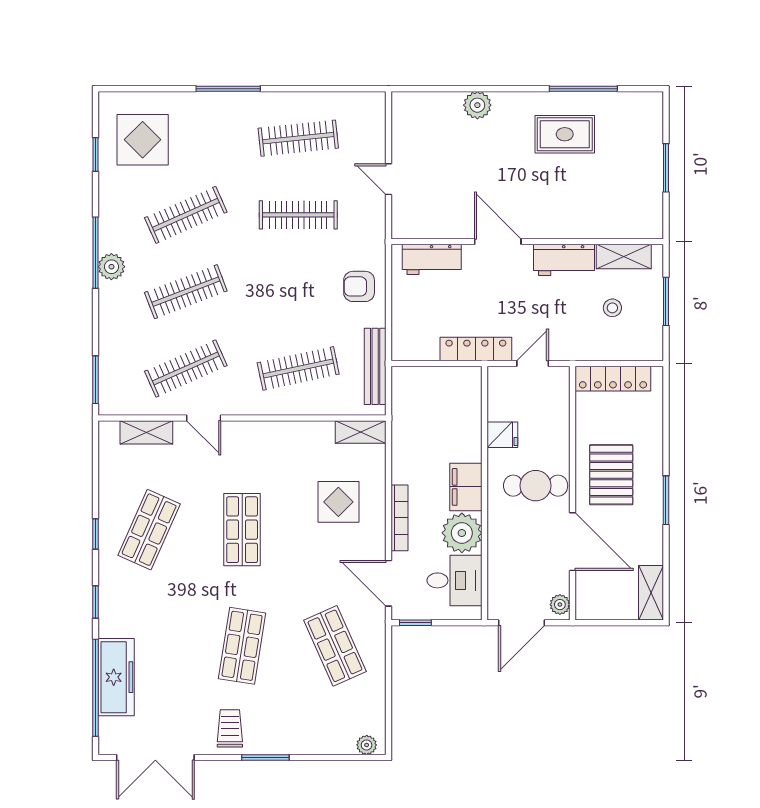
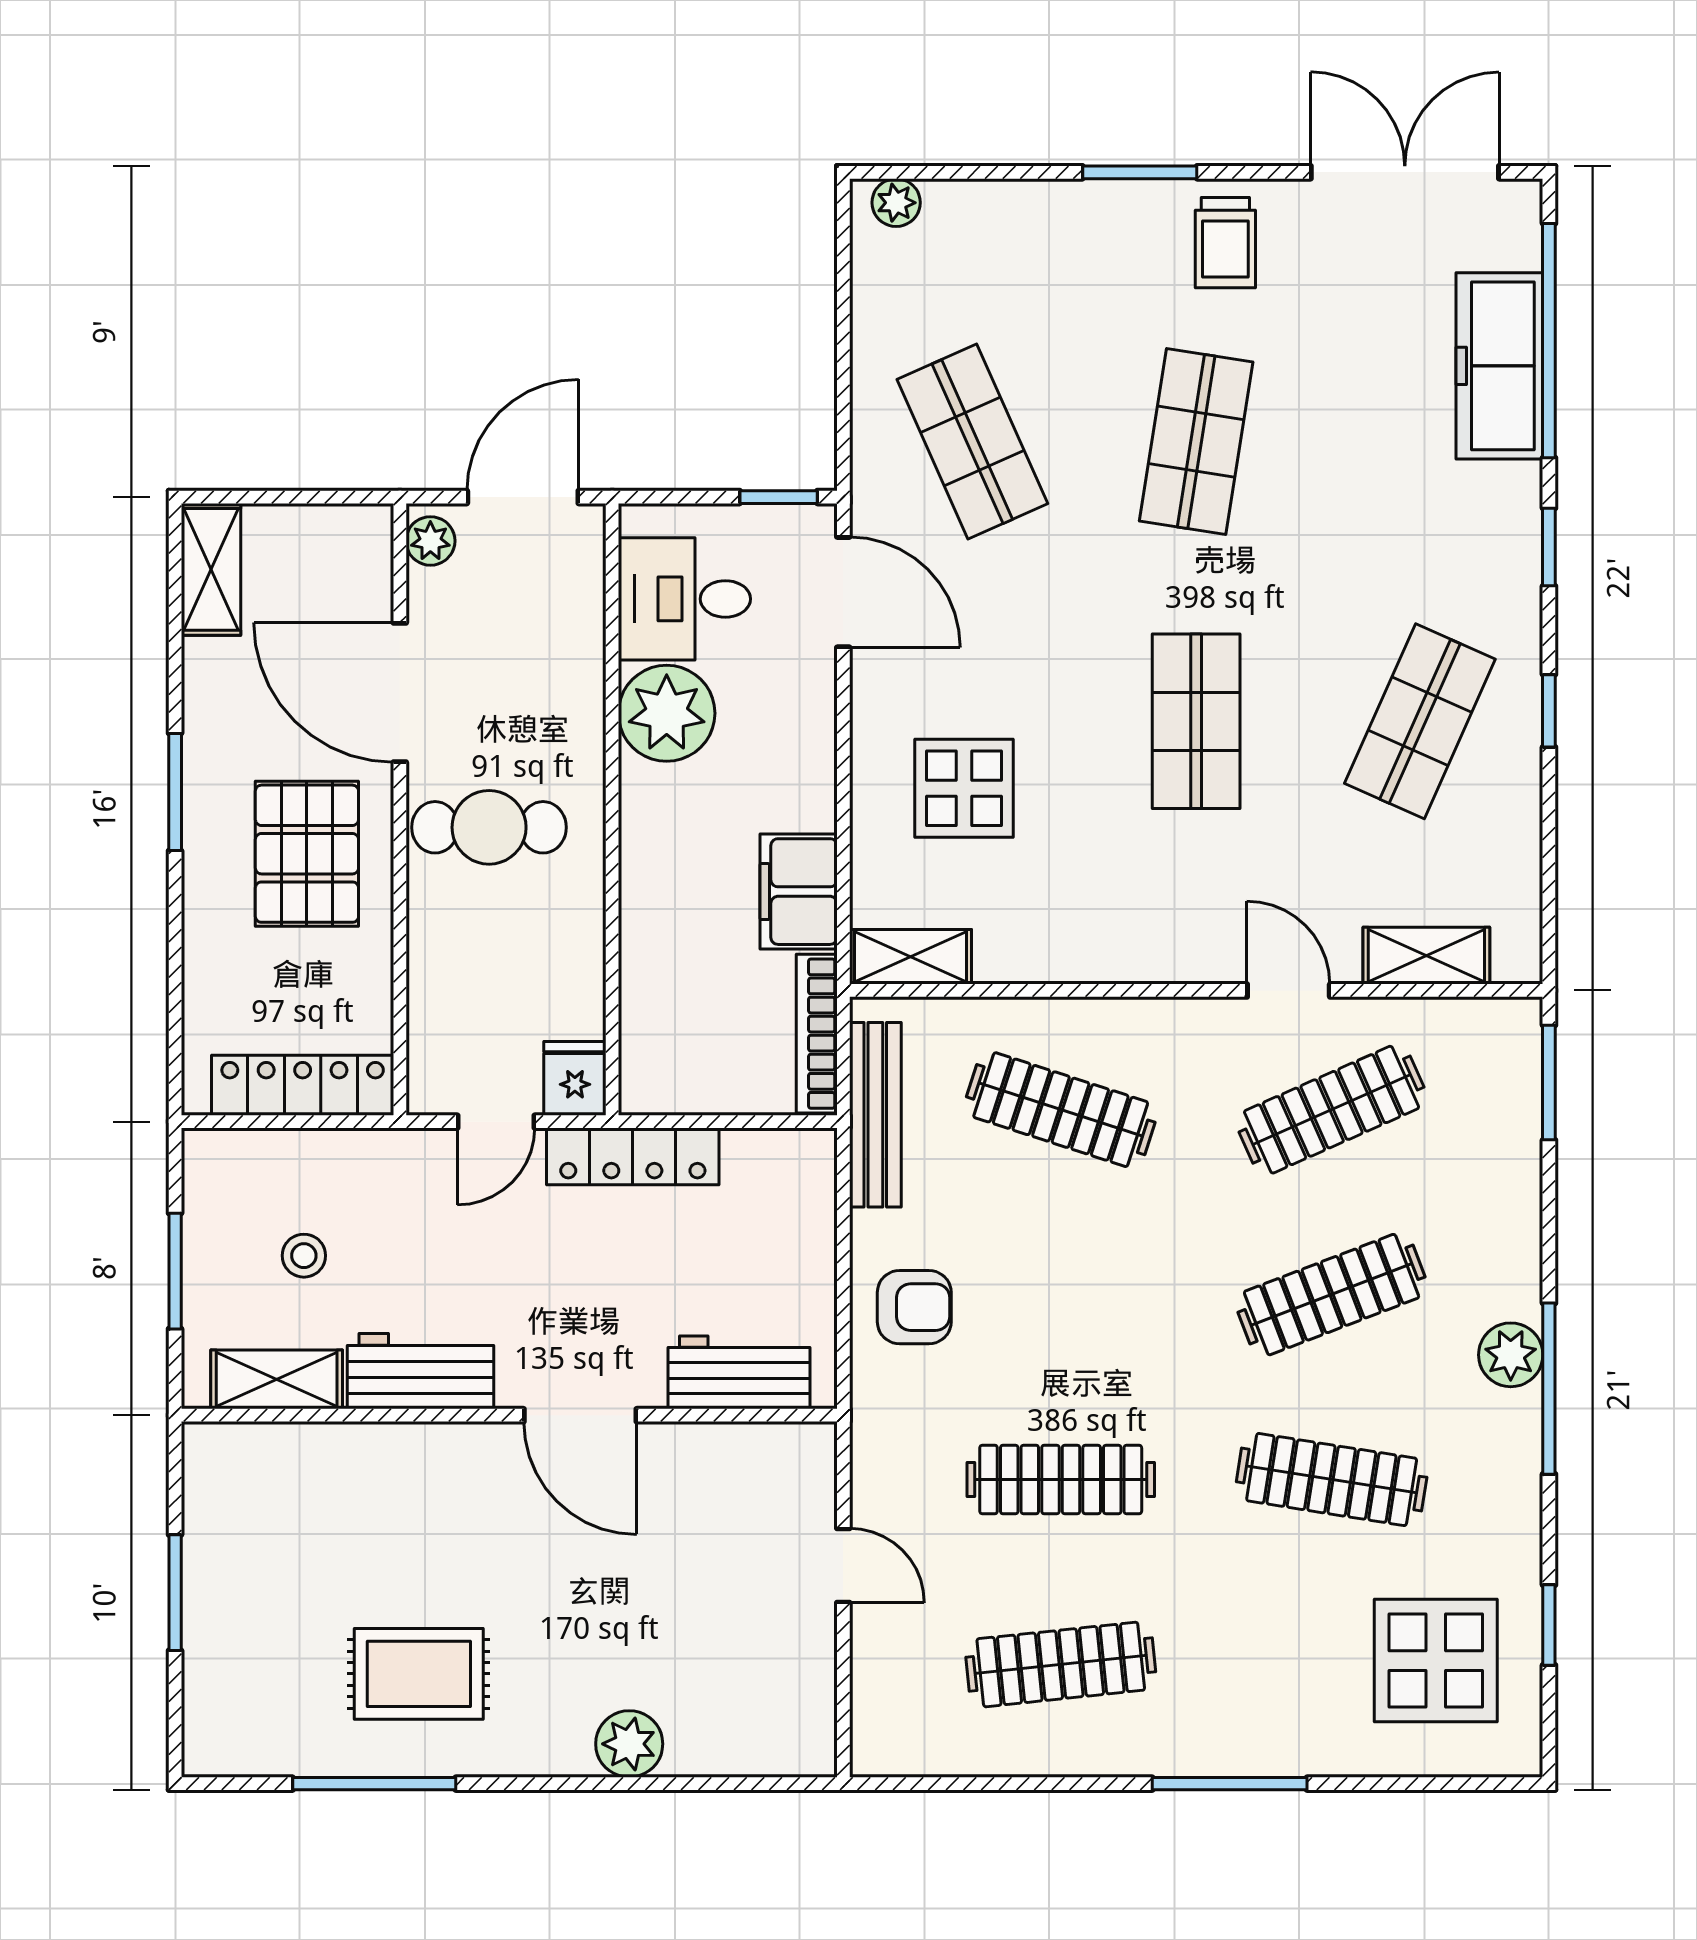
clothes rail: (186, 215) -> (1332, 1480), turned 33
clothes rail: (298, 368) -> (1061, 1110), turned 30
fridge: (502, 435) -> (575, 1078), moved, turned 90
filing cabinet: (466, 487) -> (799, 892), moved, turned 180
bookcase: (400, 518) -> (817, 1034), moved

